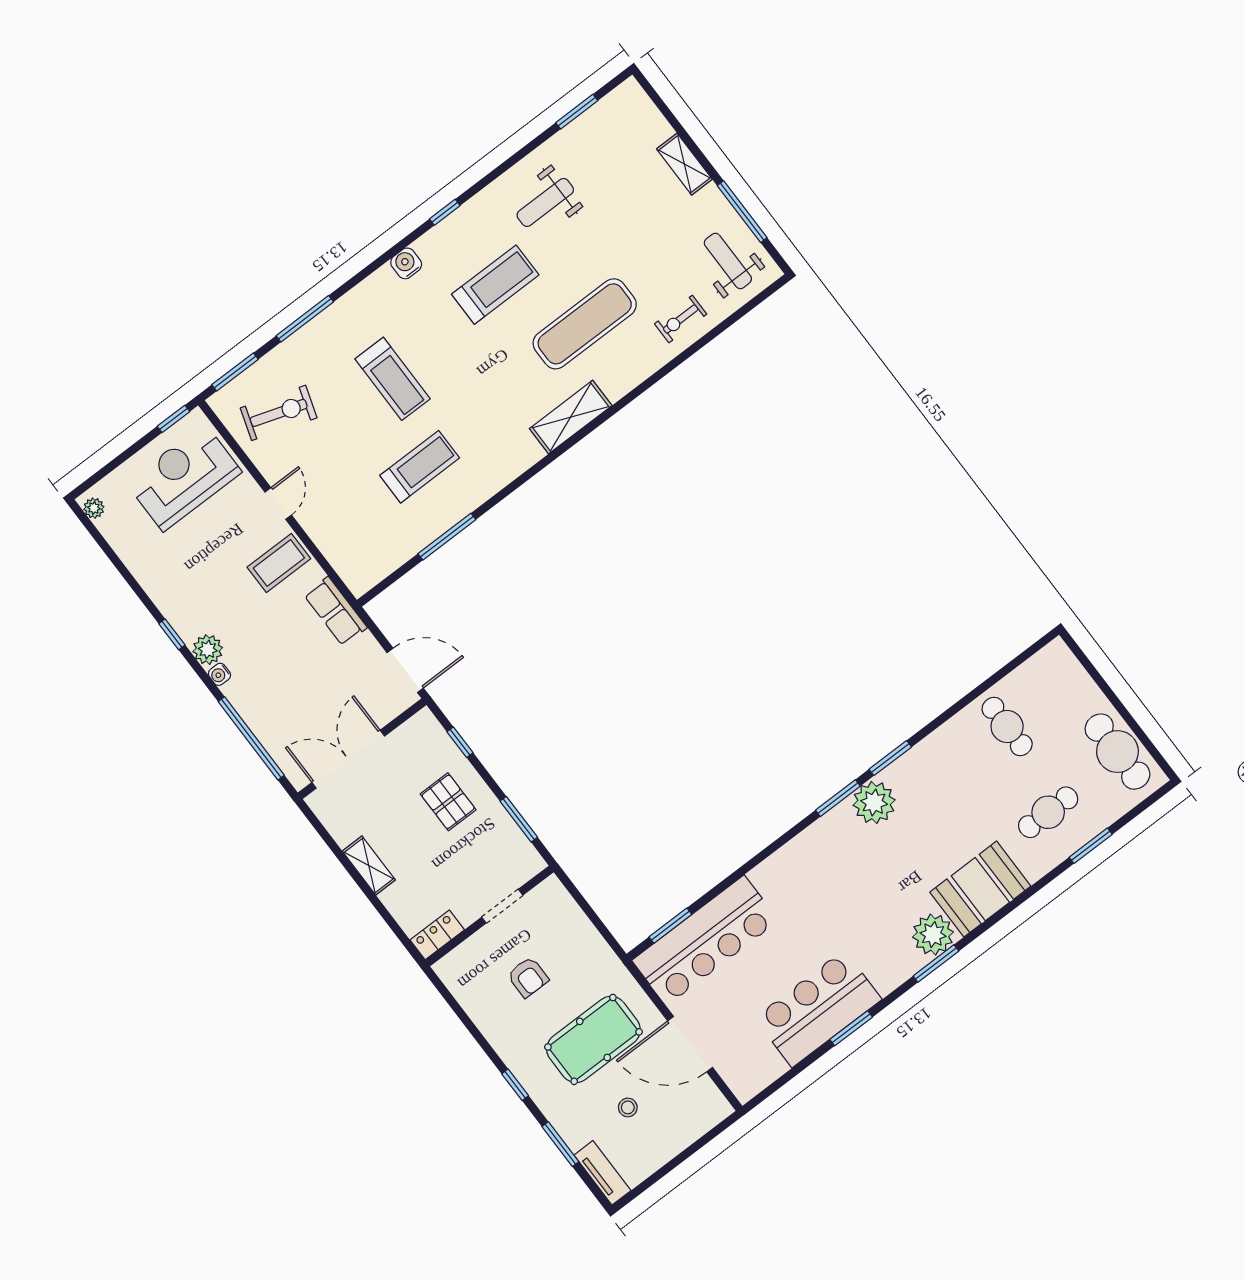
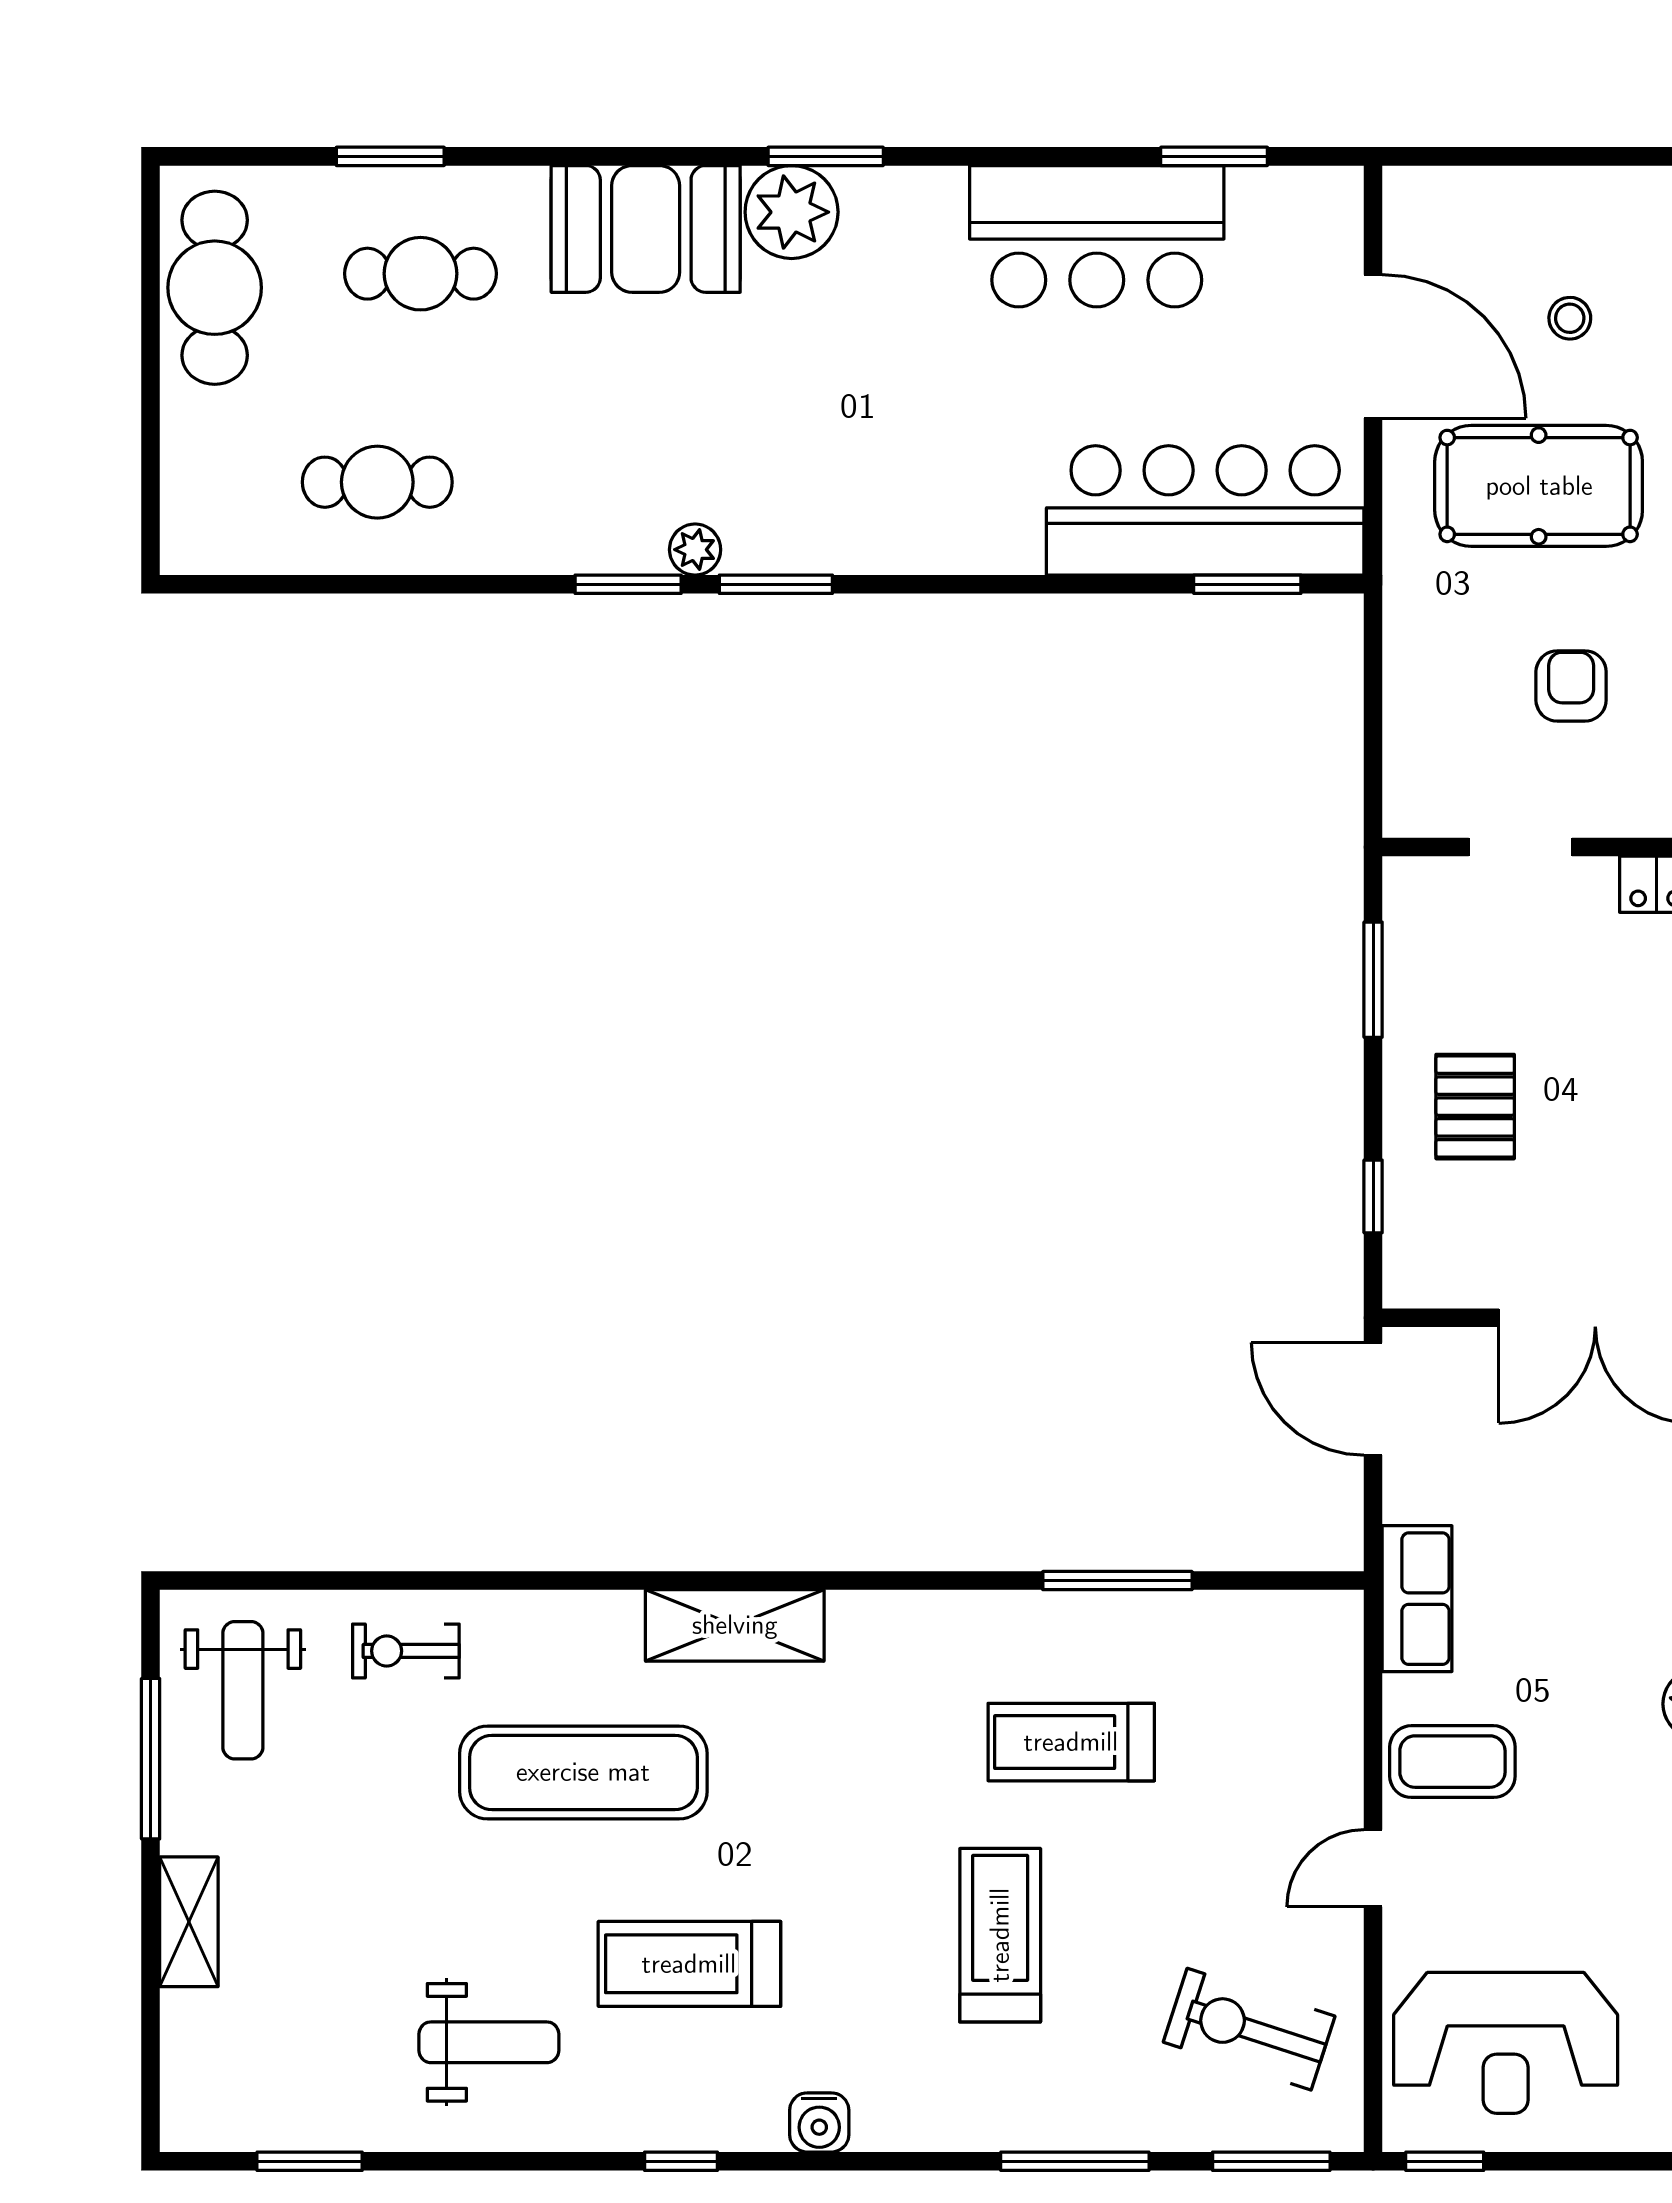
exercise bike: (681, 319) -> (406, 1651), turned 180
cafe table: (1007, 726) -> (377, 482), turned 90
plant: (874, 803) -> (695, 550), width x0.53, depth x0.53
window: (851, 1028) -> (1214, 156), moved

